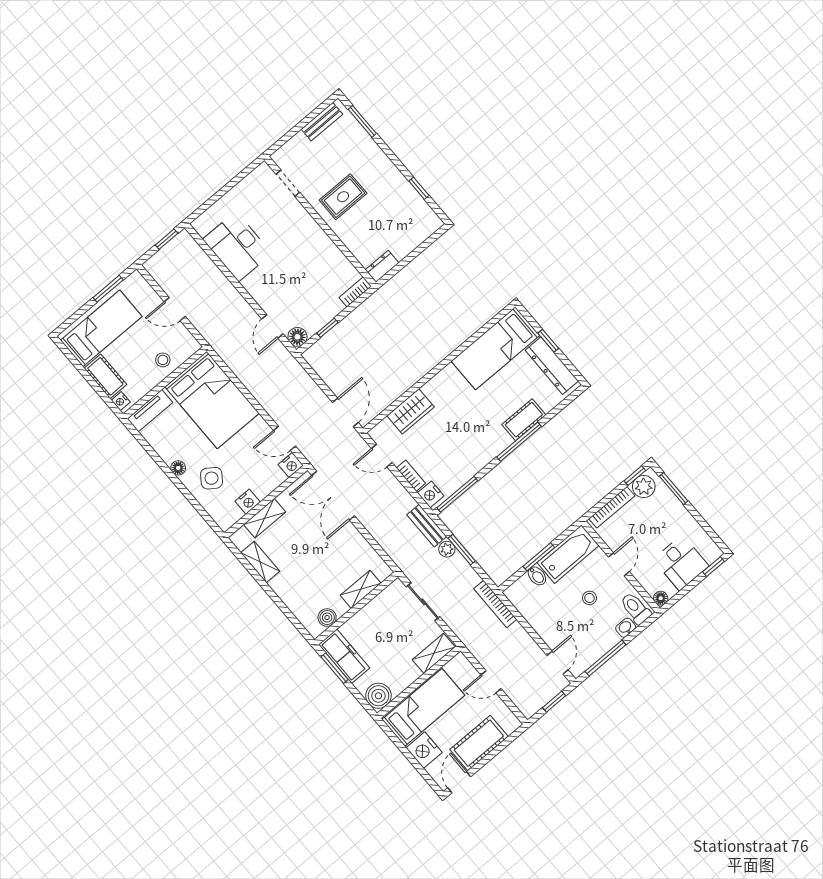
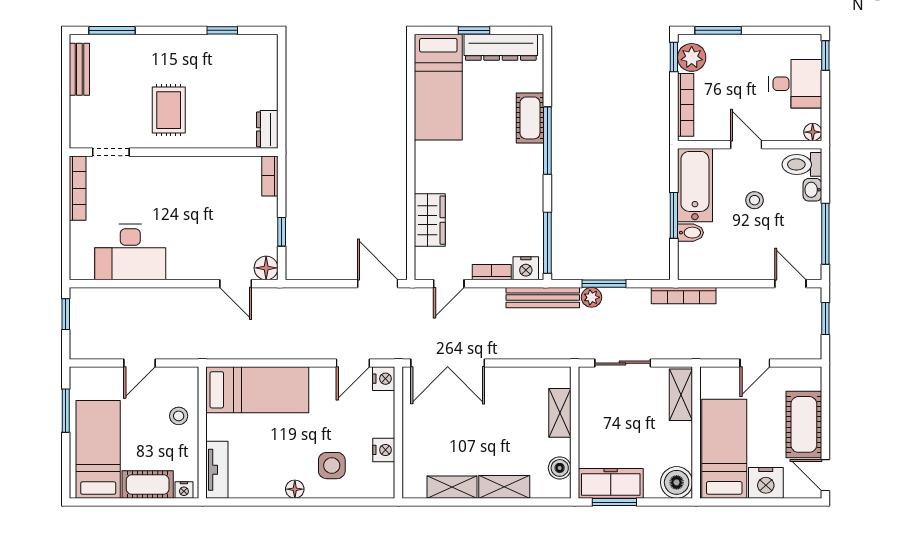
bookcase: (249, 182) -> (78, 188), added
bed: (212, 400) -> (257, 390), width x0.67
side table: (211, 478) -> (332, 466), turned -35
shelving: (265, 518) -> (504, 487), moved, turned 90
bench: (427, 526) -> (543, 298), width x1.36

